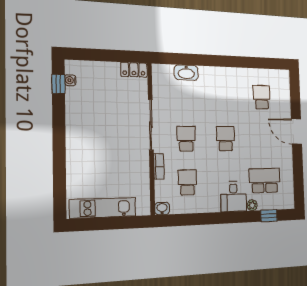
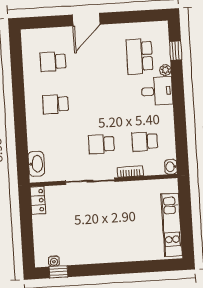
washbasin: (186, 73) -> (36, 164), moved
school desk: (226, 139) -> (56, 104), moved

